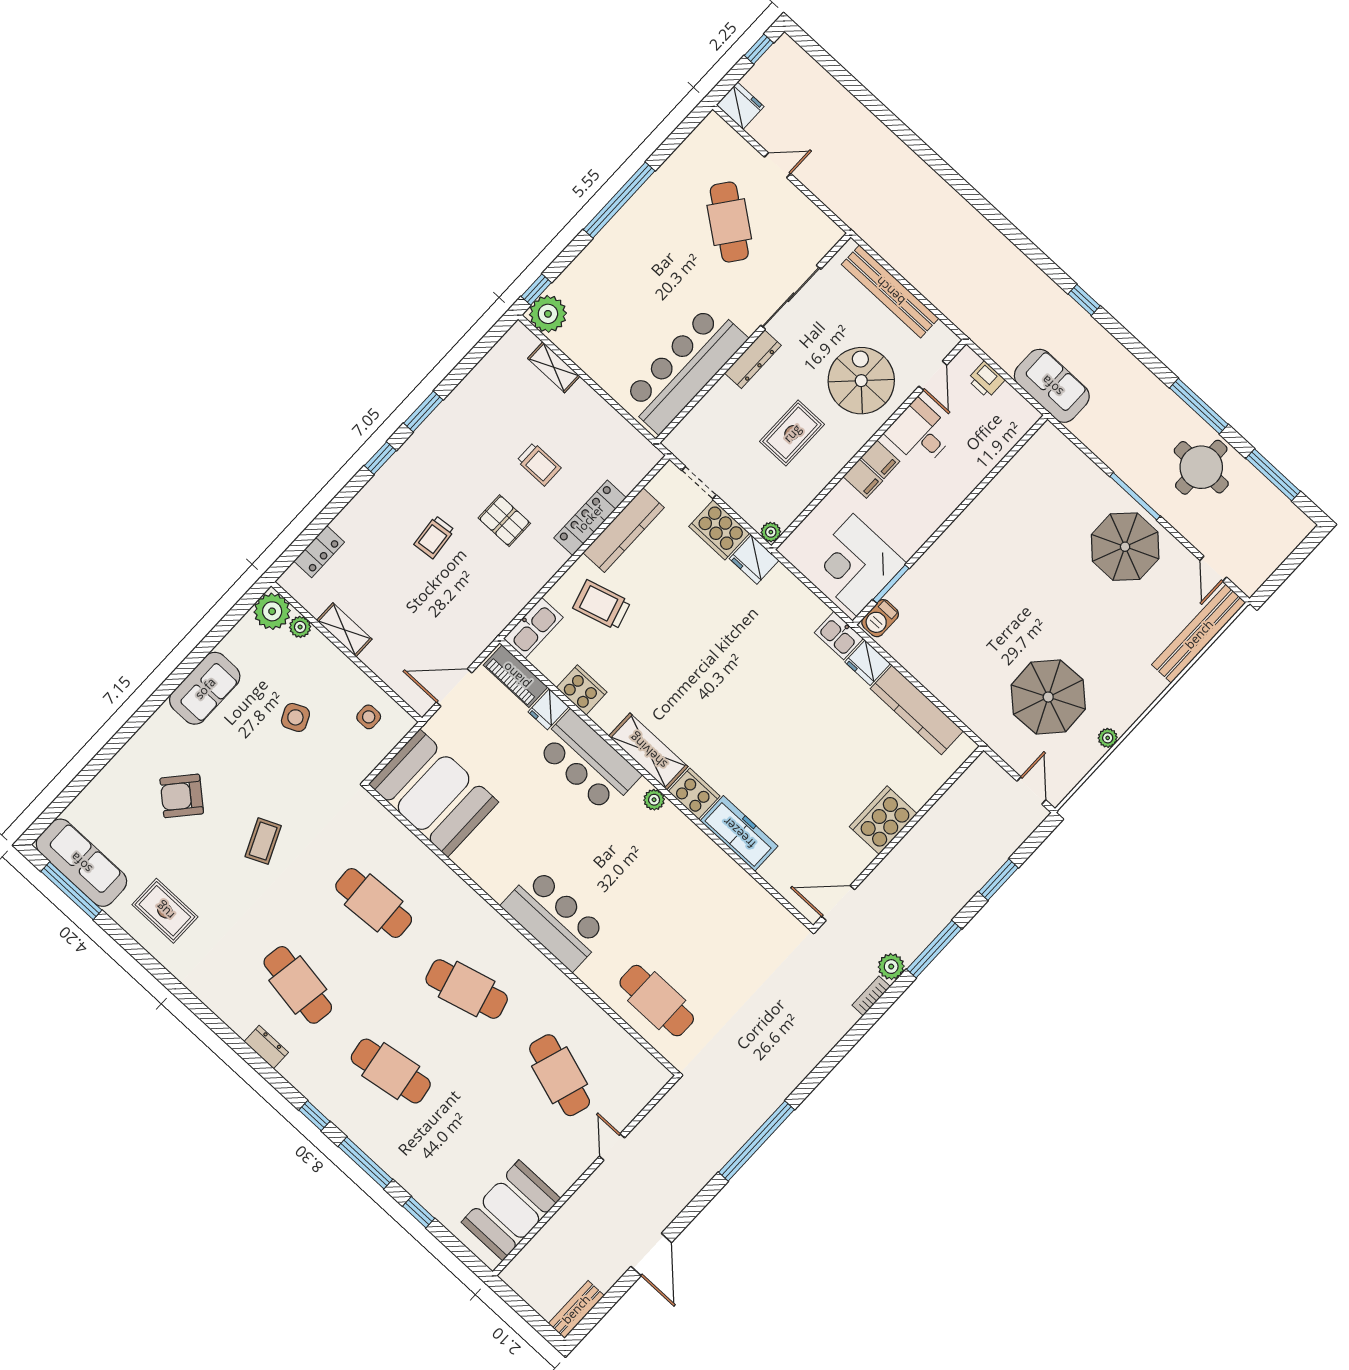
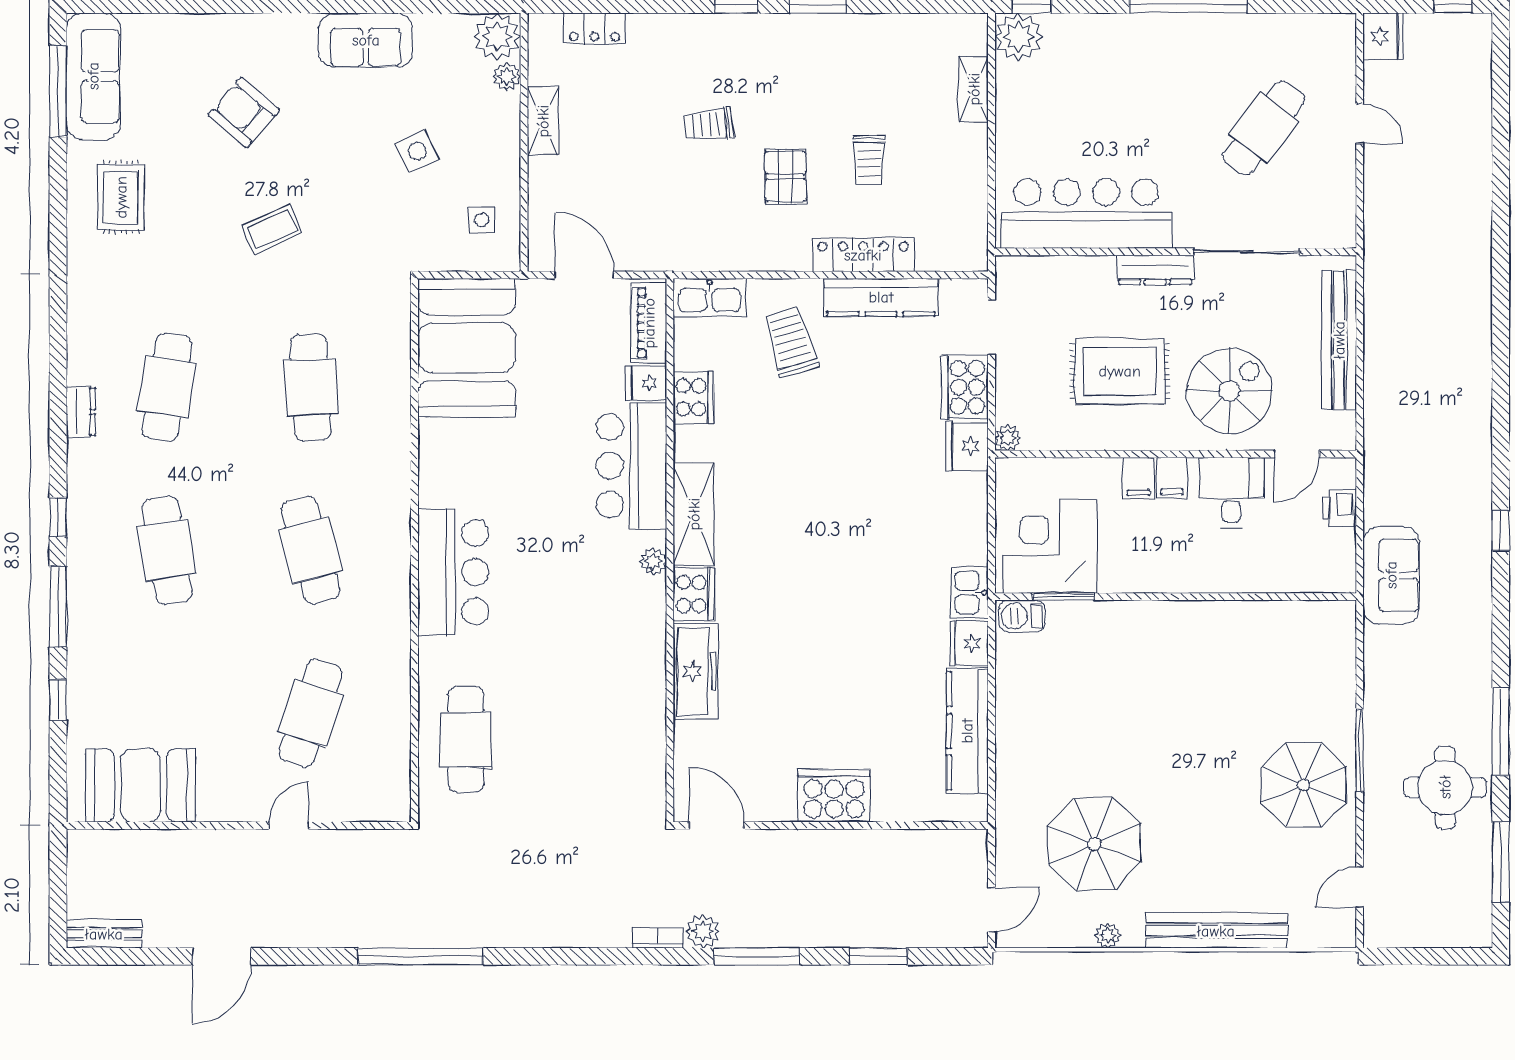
rug: (792, 433) -> (1120, 371), width x1.36, depth x1.43
bench: (1199, 634) -> (1216, 931), moved

